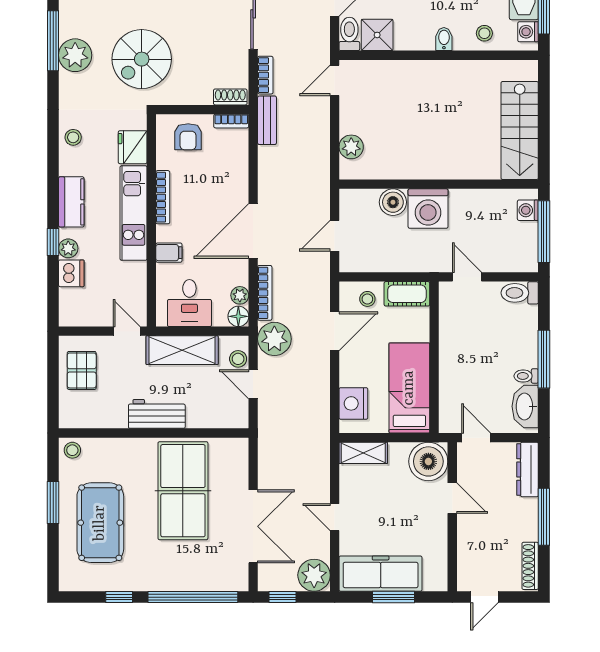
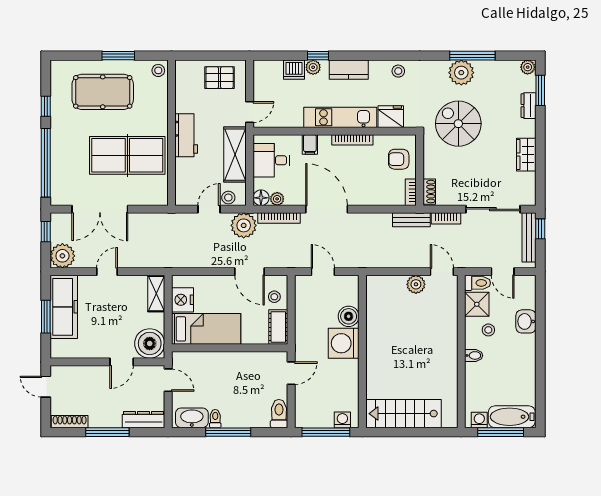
stool: (484, 33) -> (488, 330), moved
plant: (351, 147) -> (416, 284), moved
nightstand: (353, 403) -> (182, 300), moved, turned -90
door: (476, 438) -> (168, 380), hinge flipped

